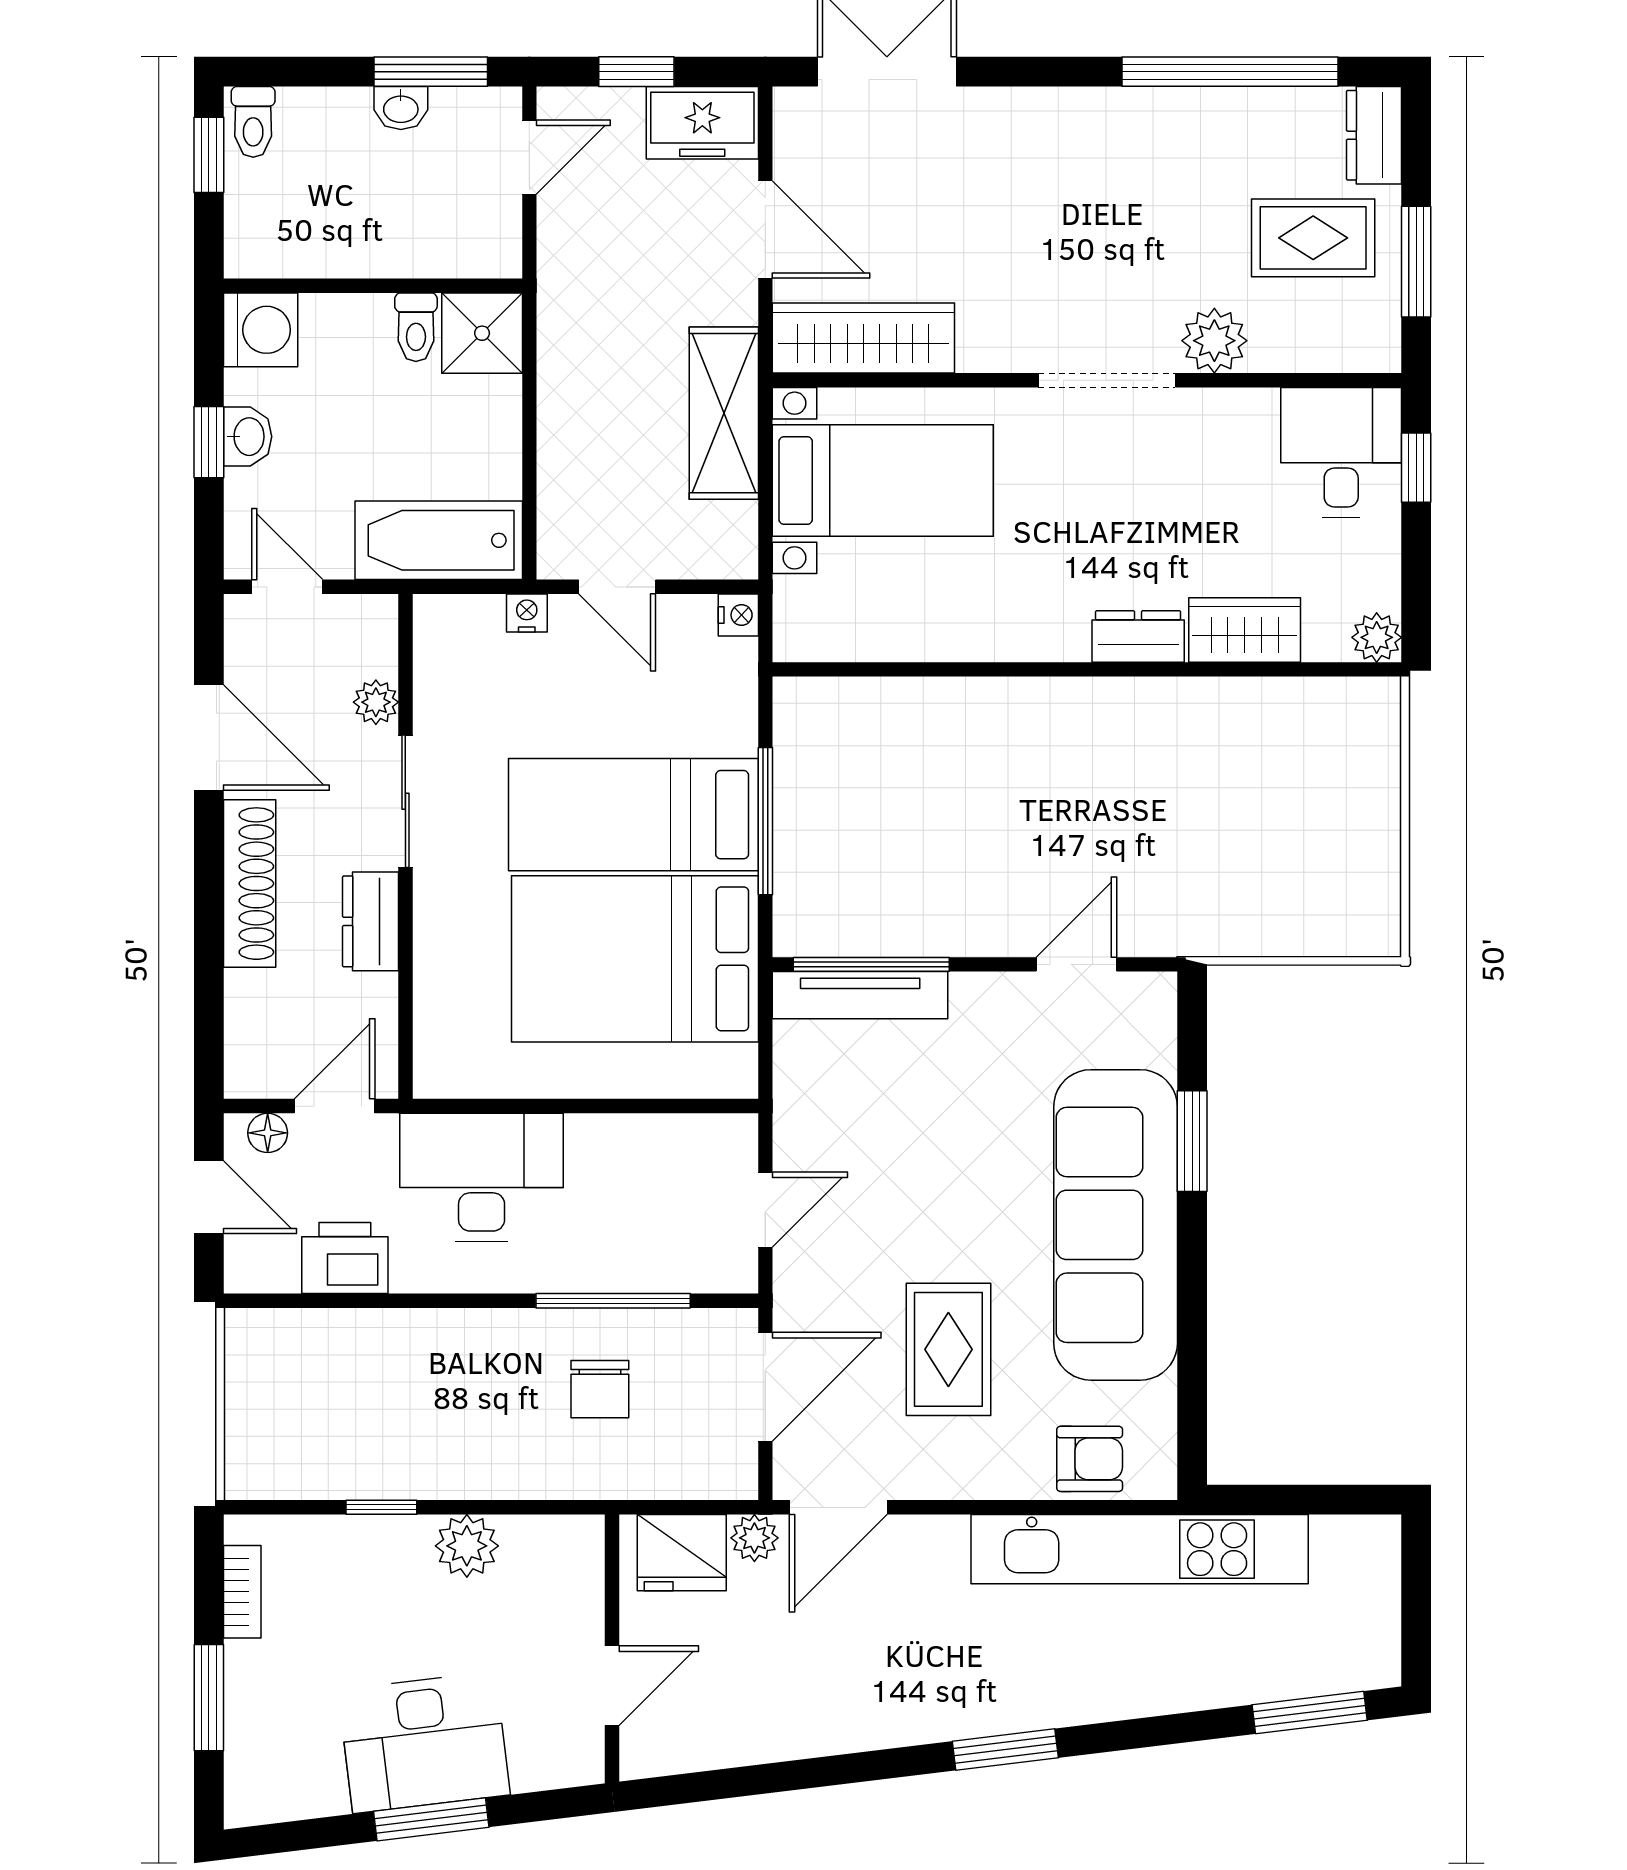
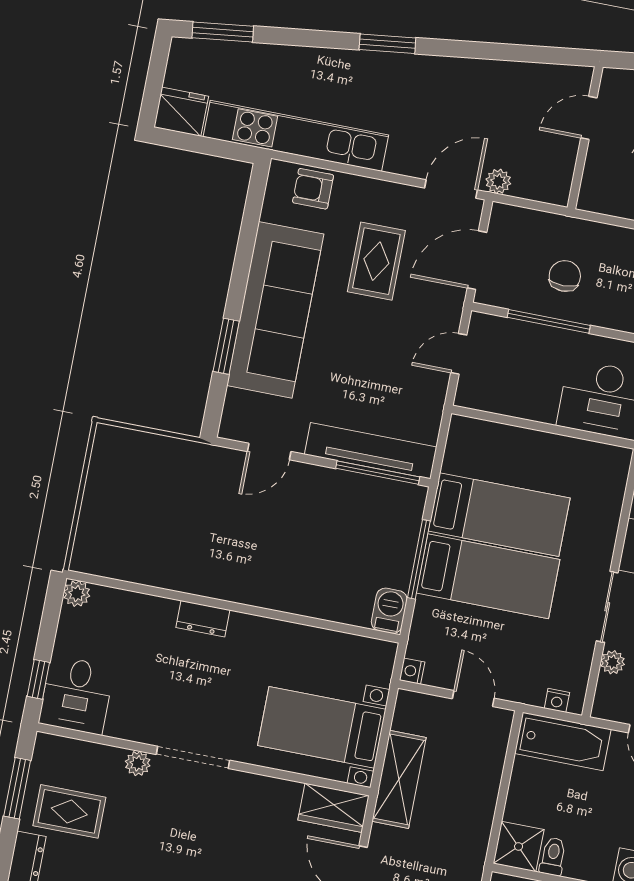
wardrobe: (863, 338) -> (333, 808), width x0.67
plant: (1214, 341) -> (138, 763), width x0.73, depth x0.73
nightstand: (527, 613) -> (557, 700), moved
wardrobe: (1245, 630) -> (146, 611), removed
barbecue: (801, 717) -> (389, 611), added
bed: (635, 959) -> (499, 515), width x0.67
tv unit: (860, 995) -> (371, 451), width x1.36, depth x1.29
fridge: (682, 1553) -> (181, 112), moved

